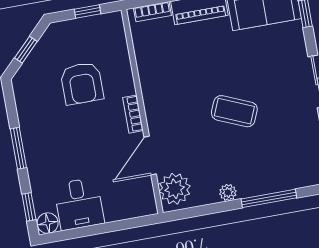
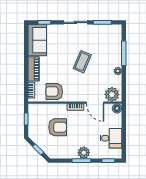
armchair: (158, 62) -> (54, 92), added
plant: (37, 150) -> (84, 153), added
floor lamp: (48, 223) -> (117, 108), moved

